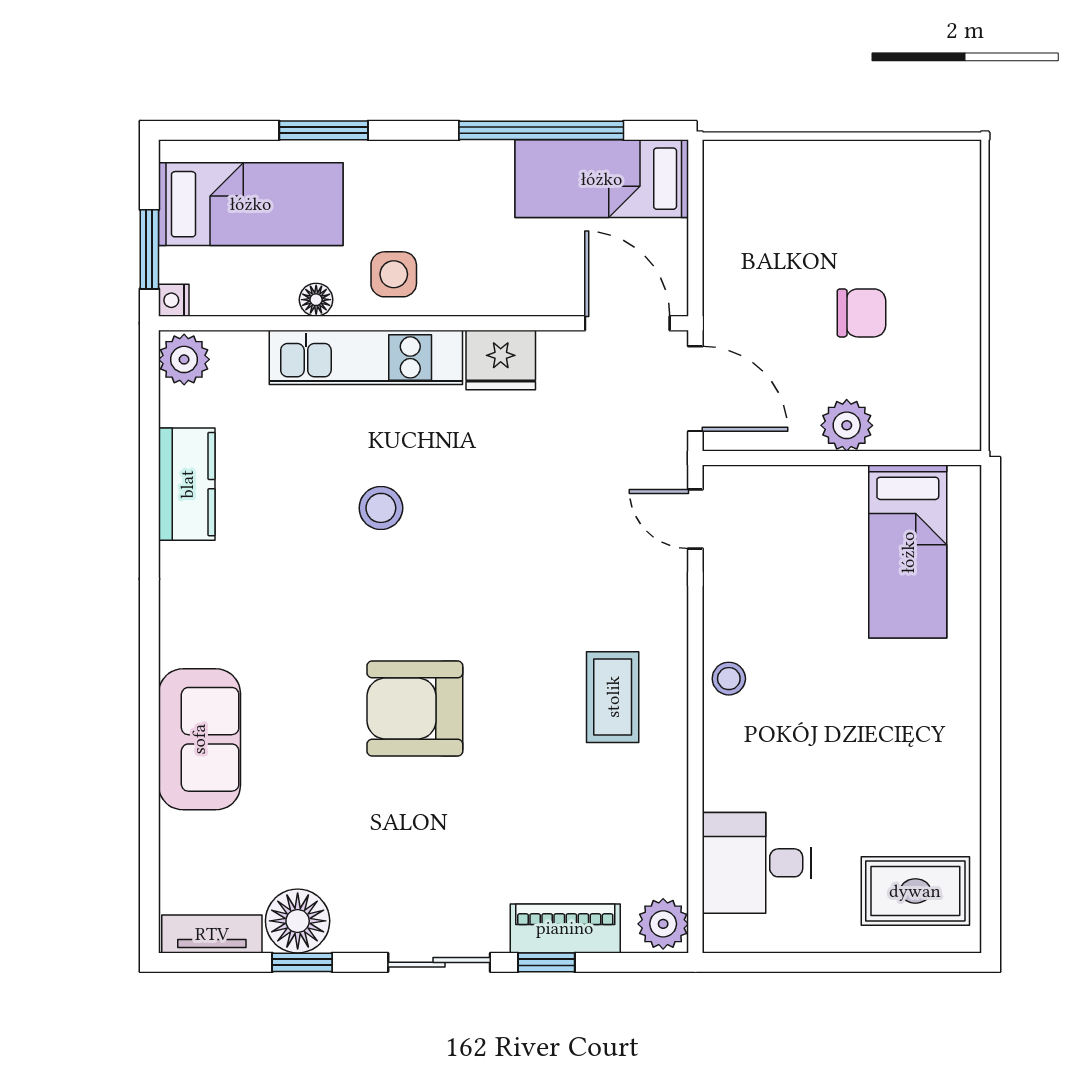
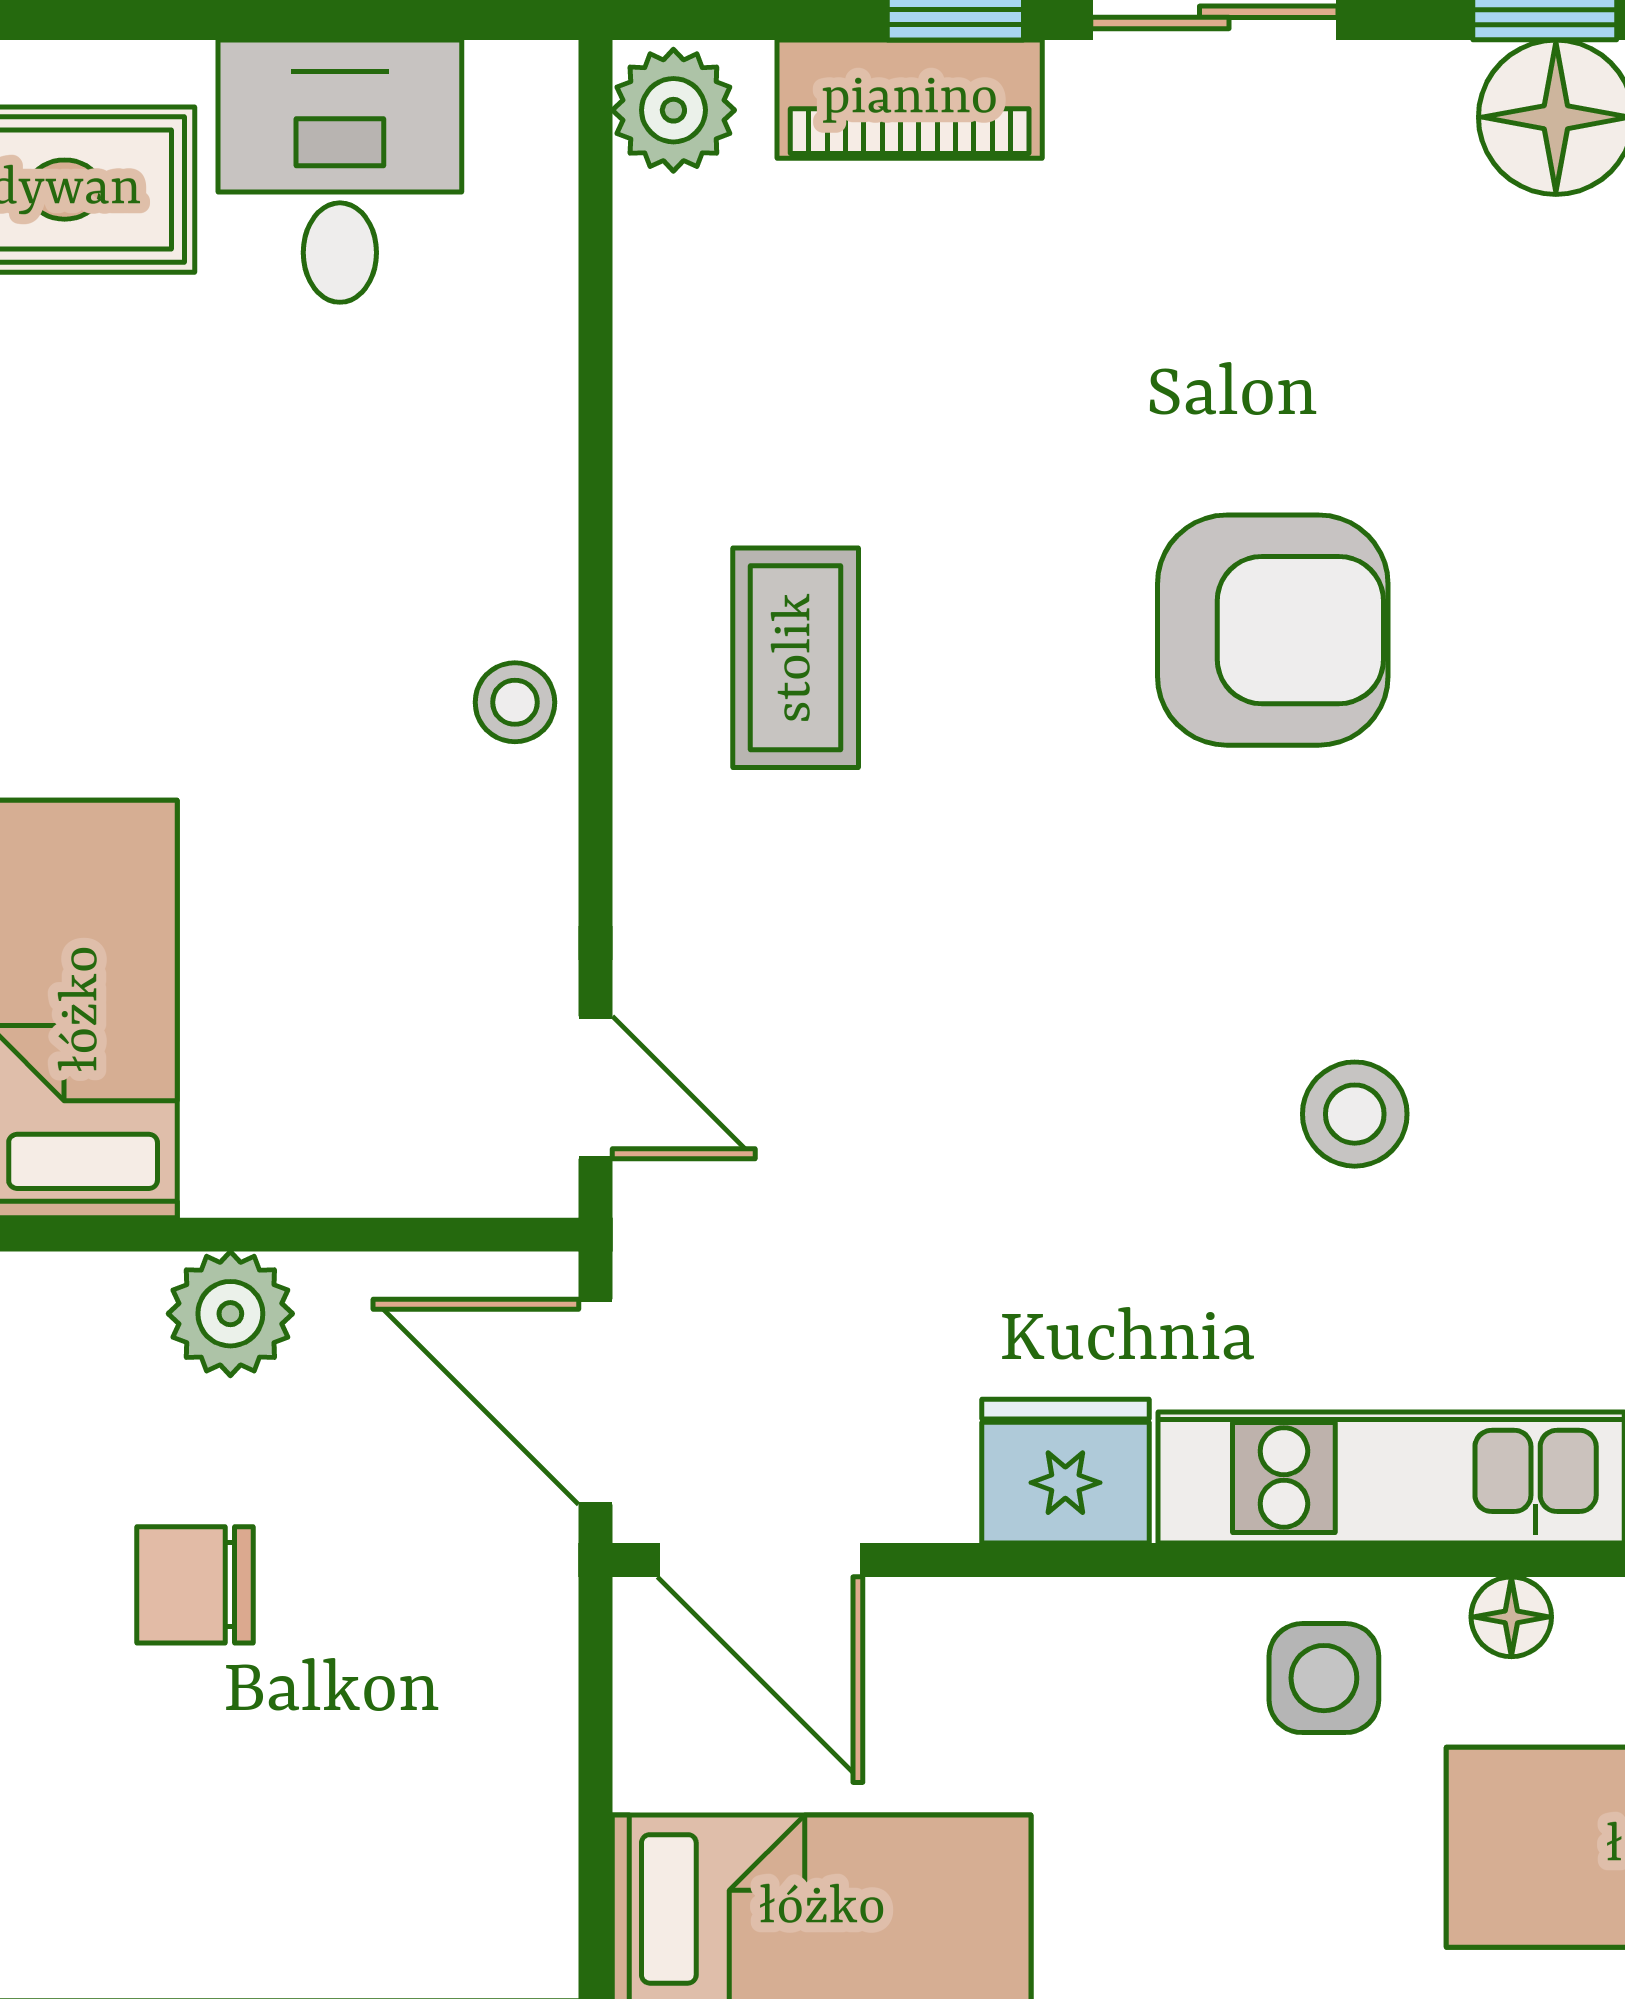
desk: (757, 863) -> (340, 171), moved, turned -90

